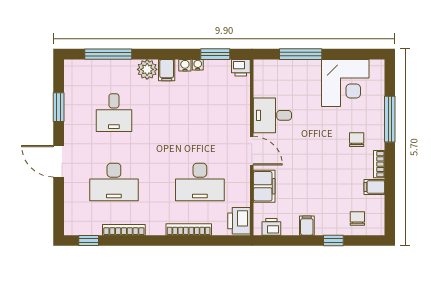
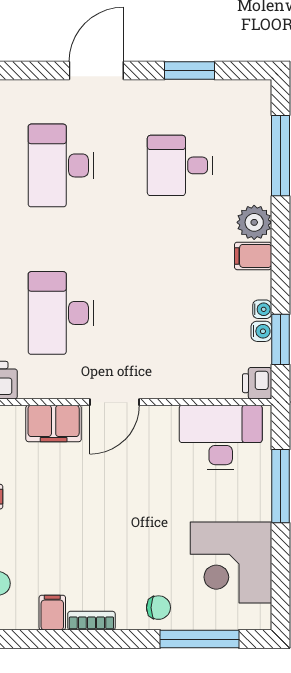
water cooler: (185, 65) -> (261, 331), moved
desk: (272, 115) -> (221, 438), moved, width x1.37
window: (390, 119) -> (200, 639), moved
chair: (357, 140) -> (158, 608), moved

